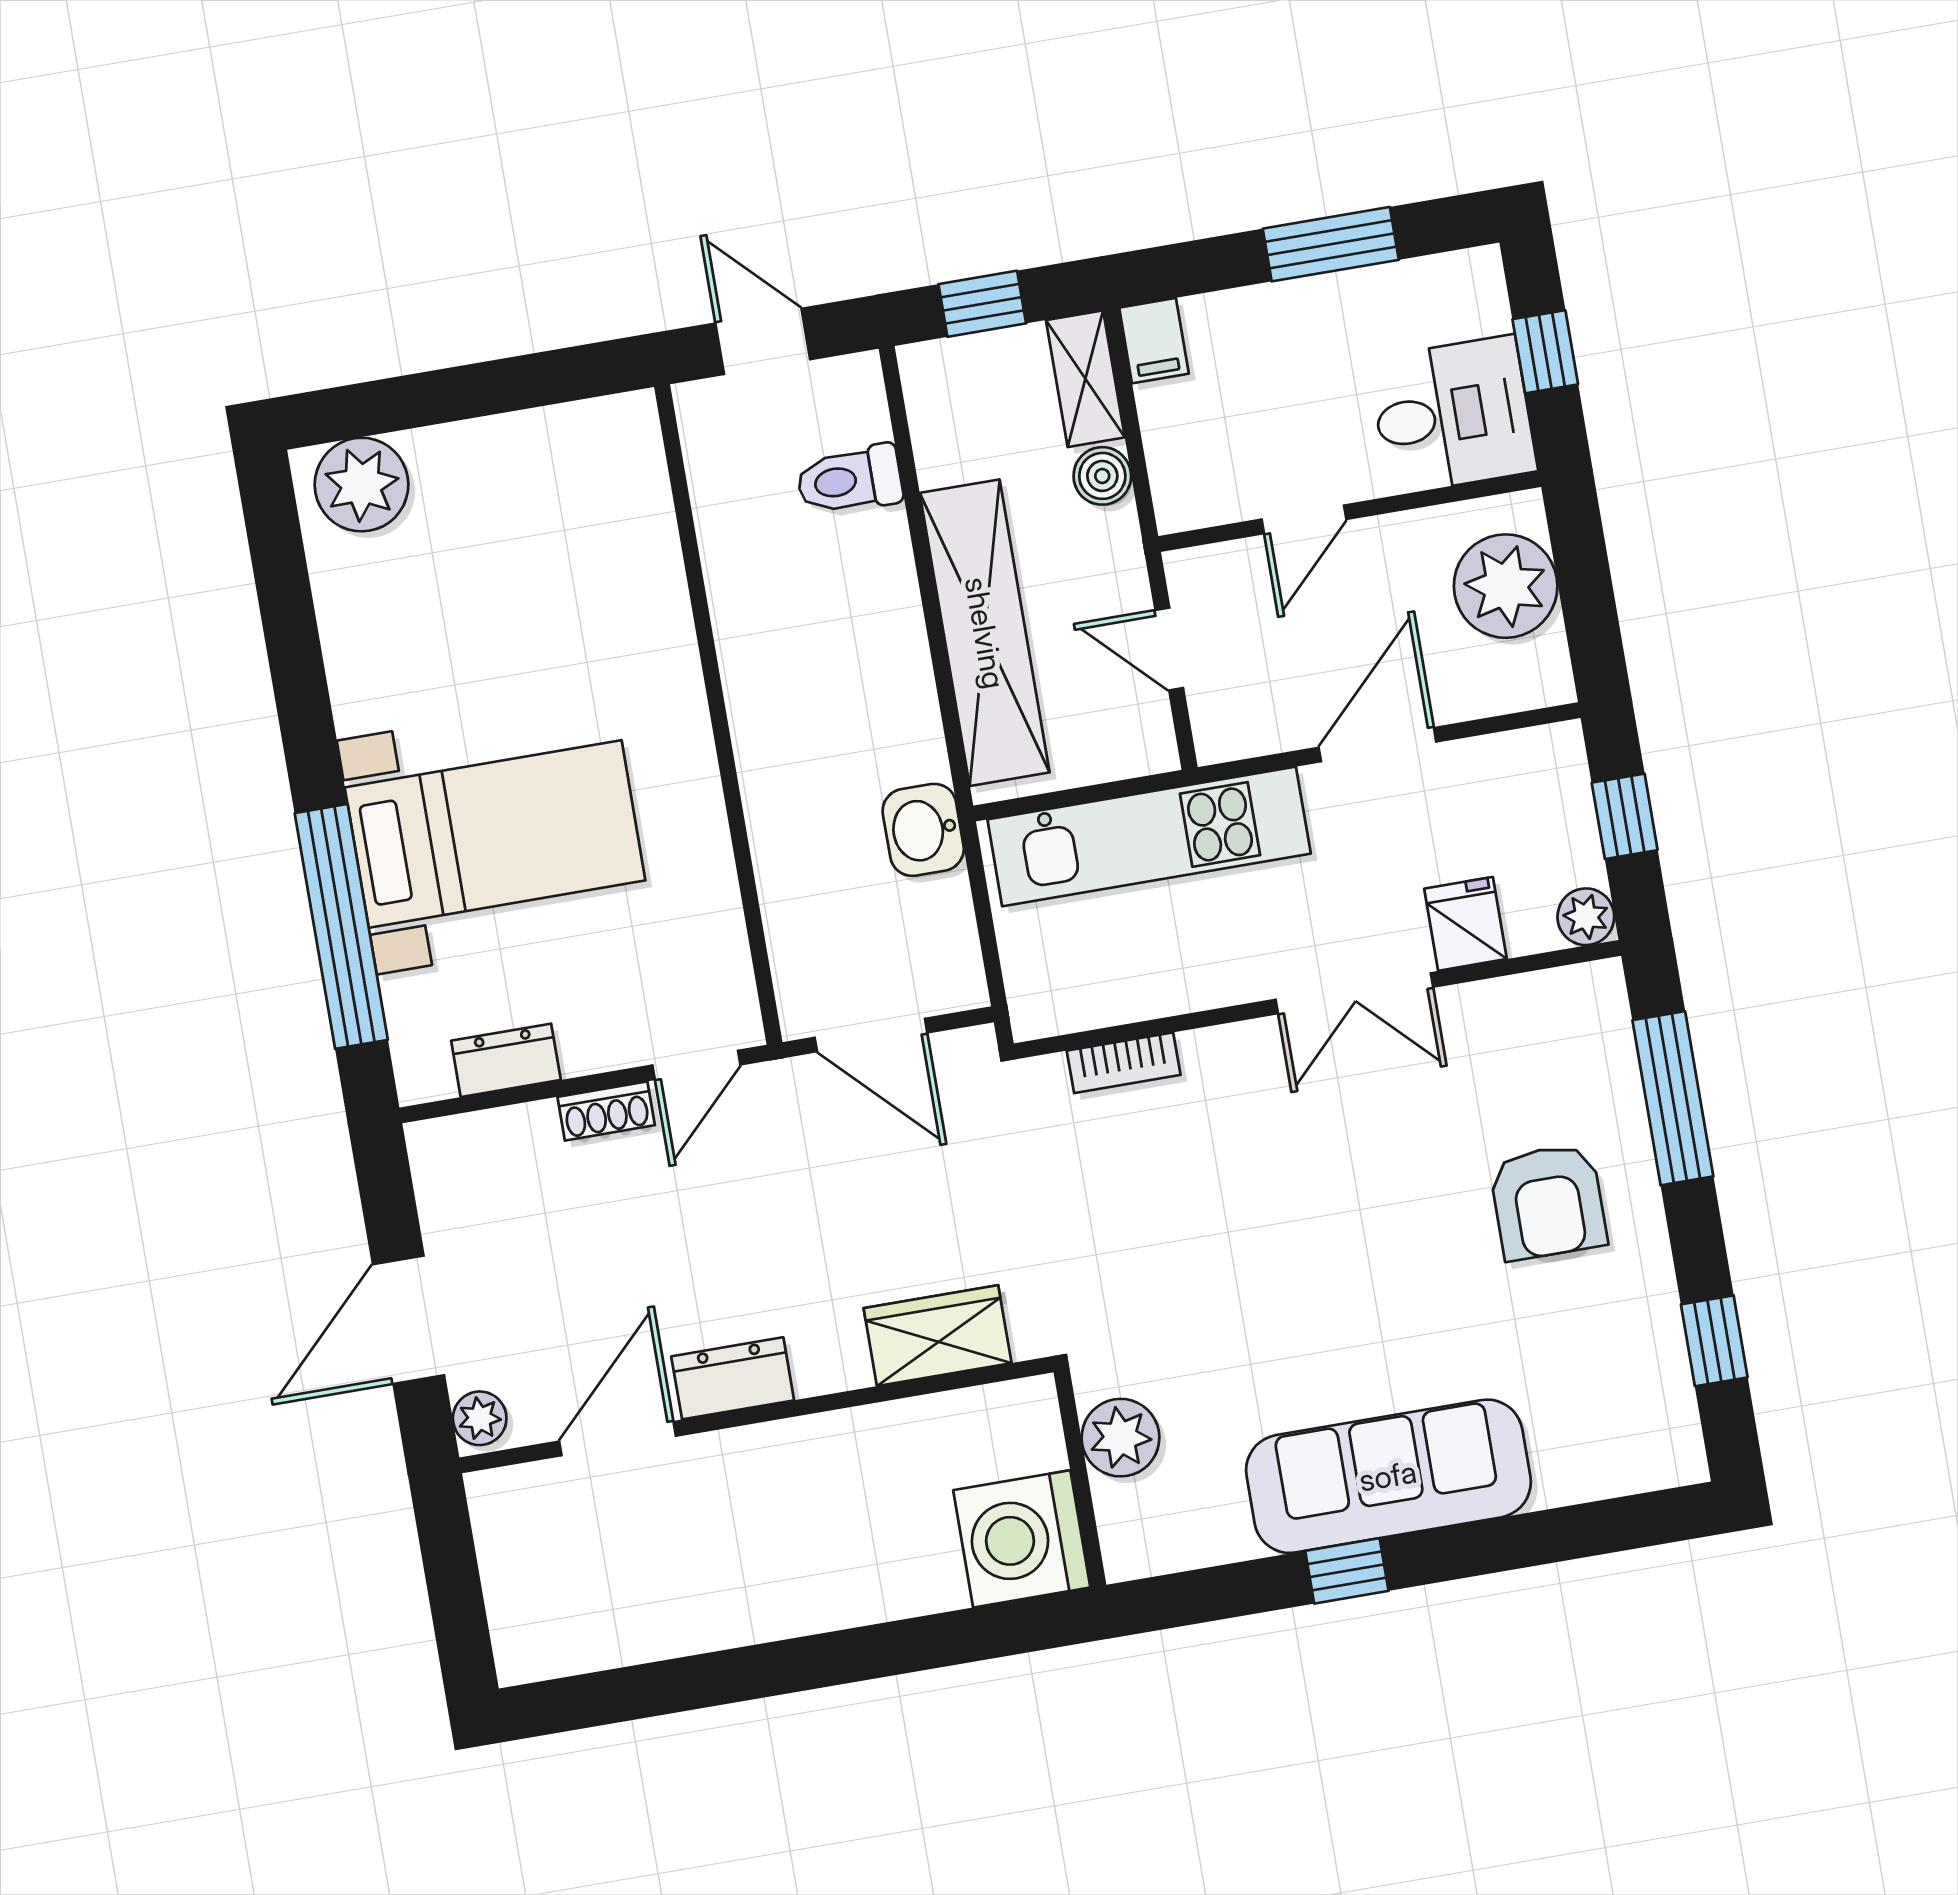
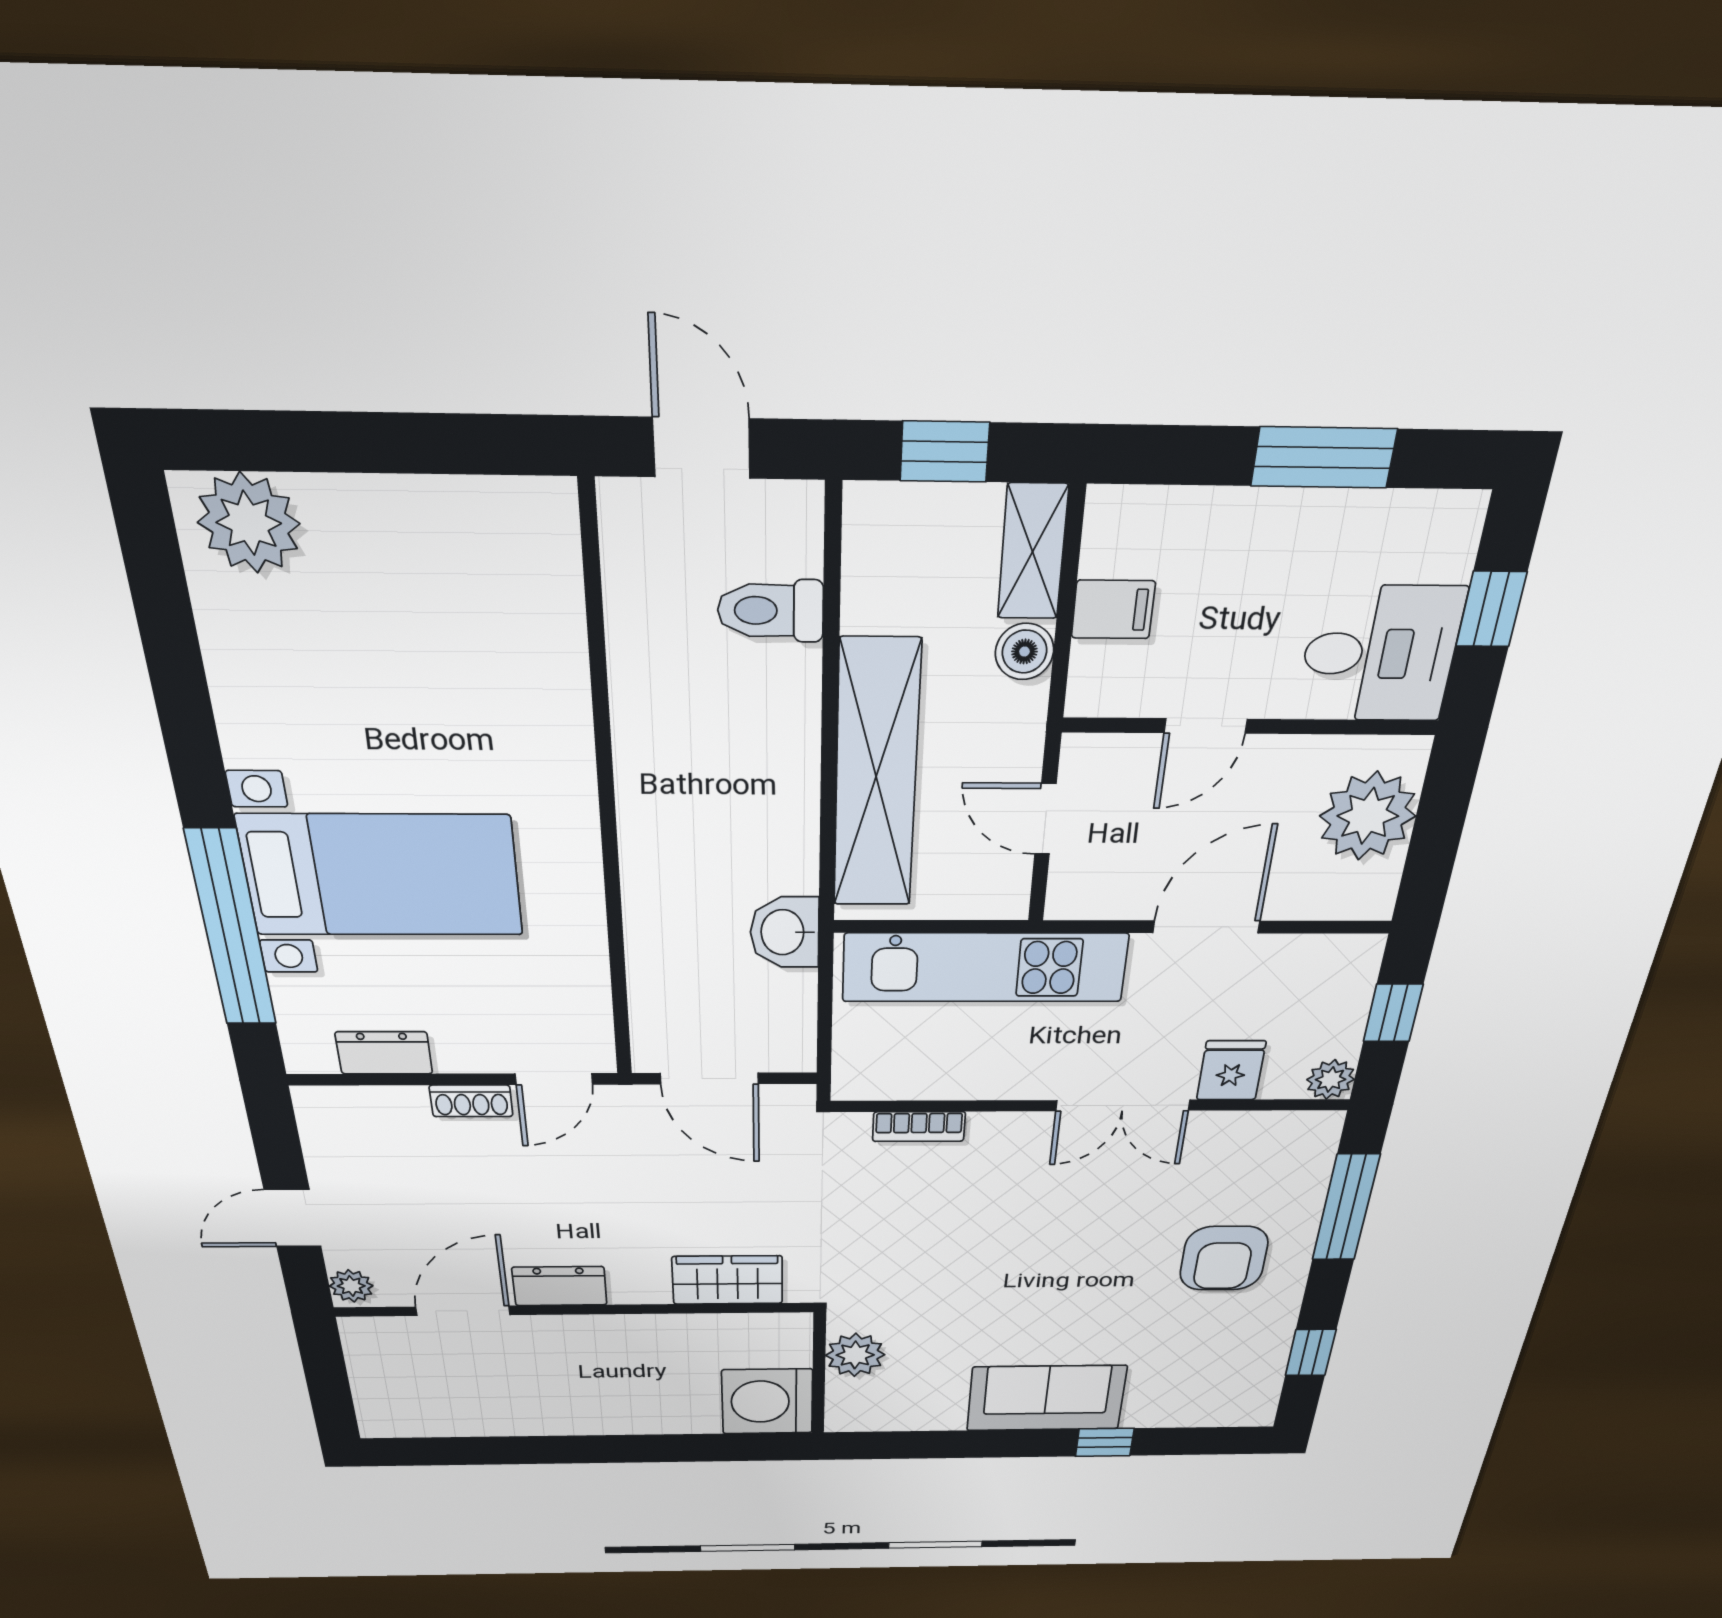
filing cabinet: (1154, 341) -> (1113, 609), moved, turned -90
door: (408, 1320) -> (293, 1218), width x0.73
sofa: (1388, 1476) -> (1046, 1398), width x0.73
window: (1347, 1571) -> (1105, 1442), moved

